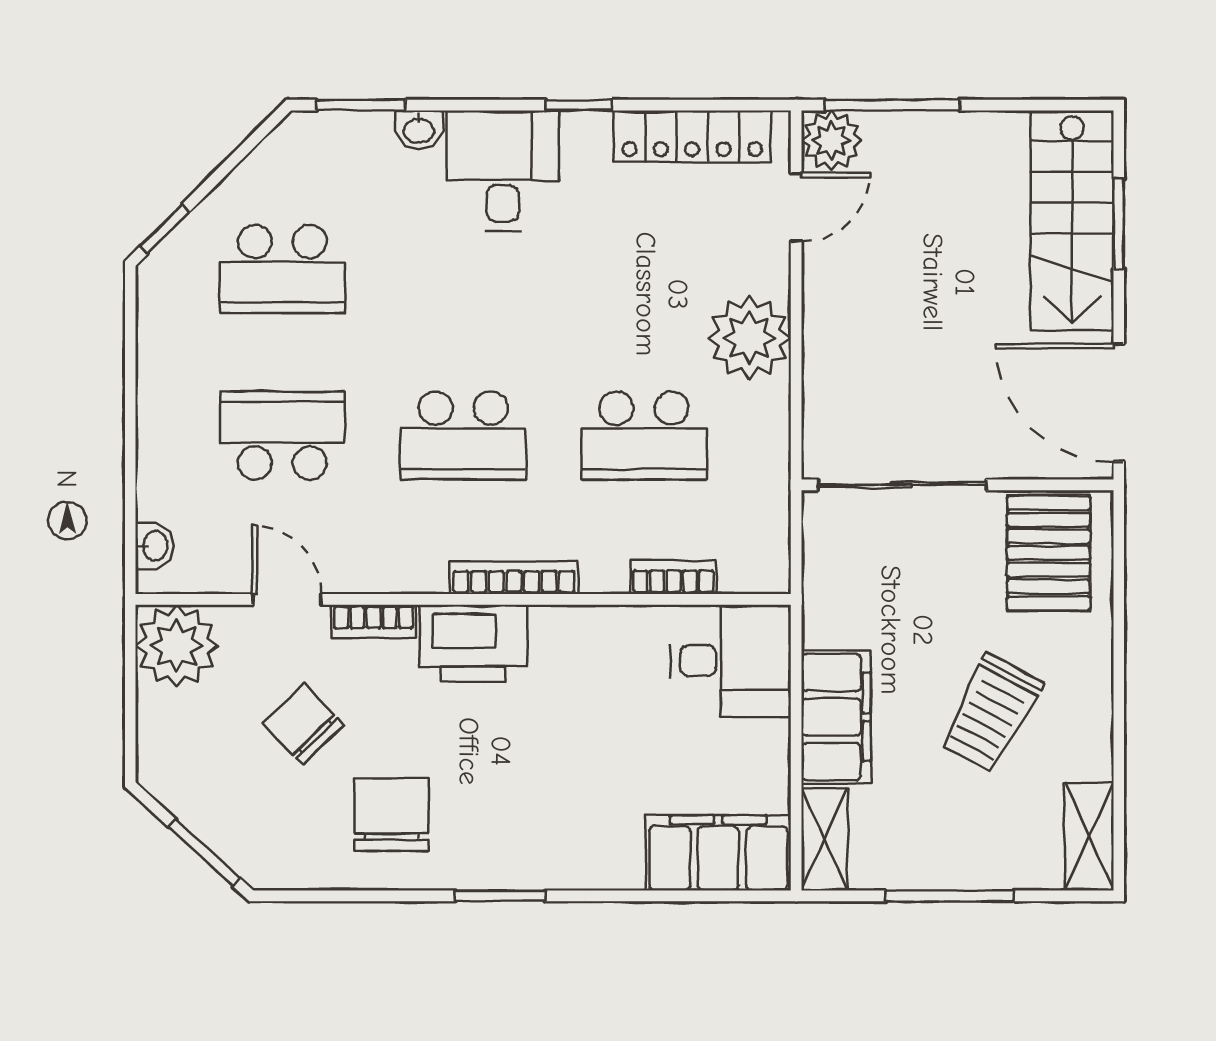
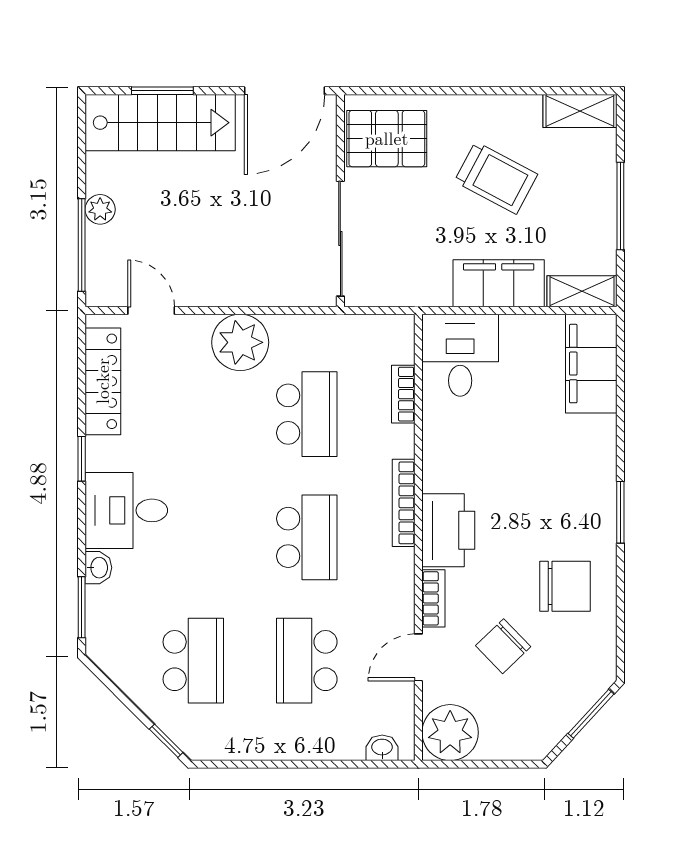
plant: (831, 140) -> (100, 209), moved, width x0.73, depth x0.73
chair: (392, 815) -> (565, 586), turned 180

